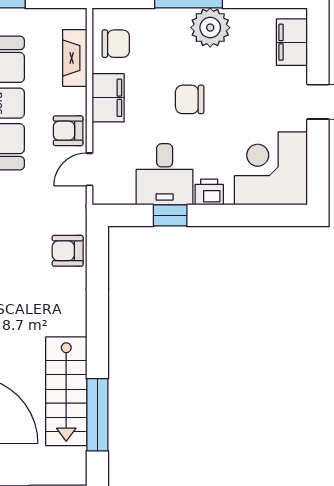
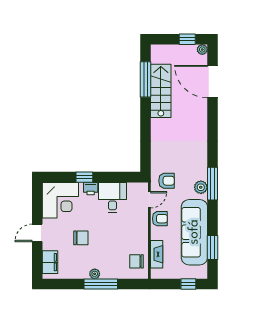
plant: (210, 28) -> (95, 274), width x0.53, depth x0.53
filing cabinet: (108, 98) -> (140, 235), removed
chair: (190, 99) -> (81, 238), moved
window: (170, 215) -> (84, 177), moved
armchair: (68, 251) -> (167, 181), moved

